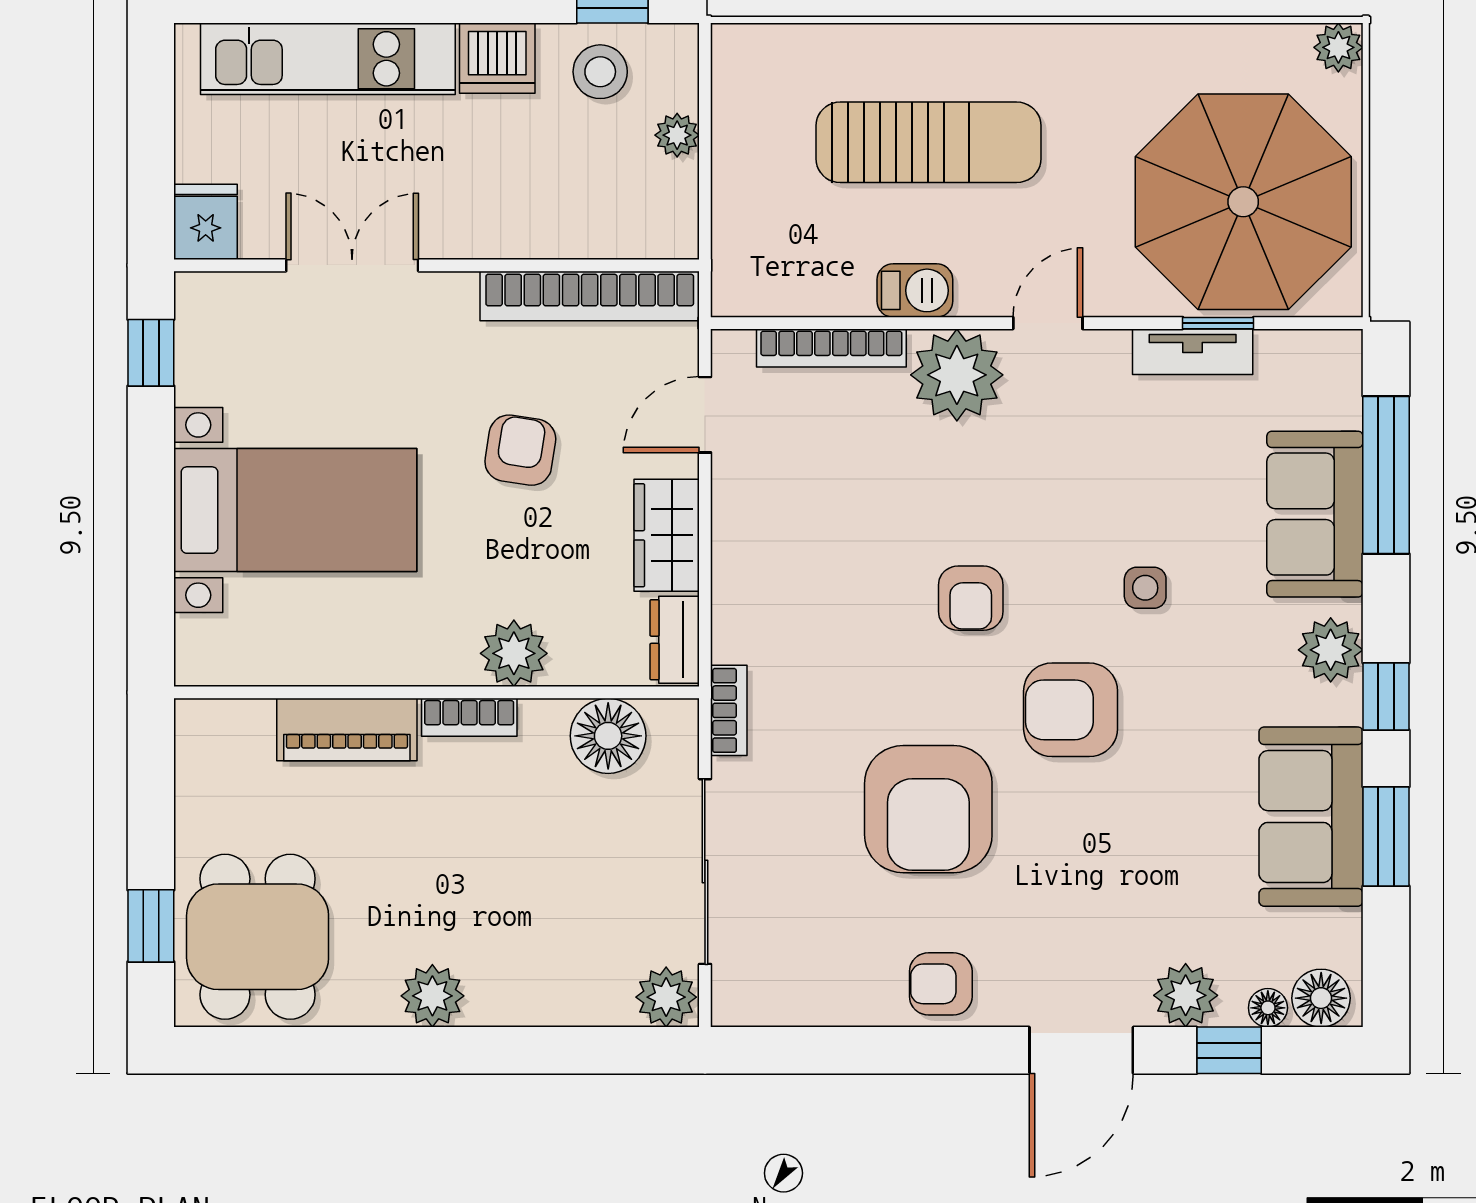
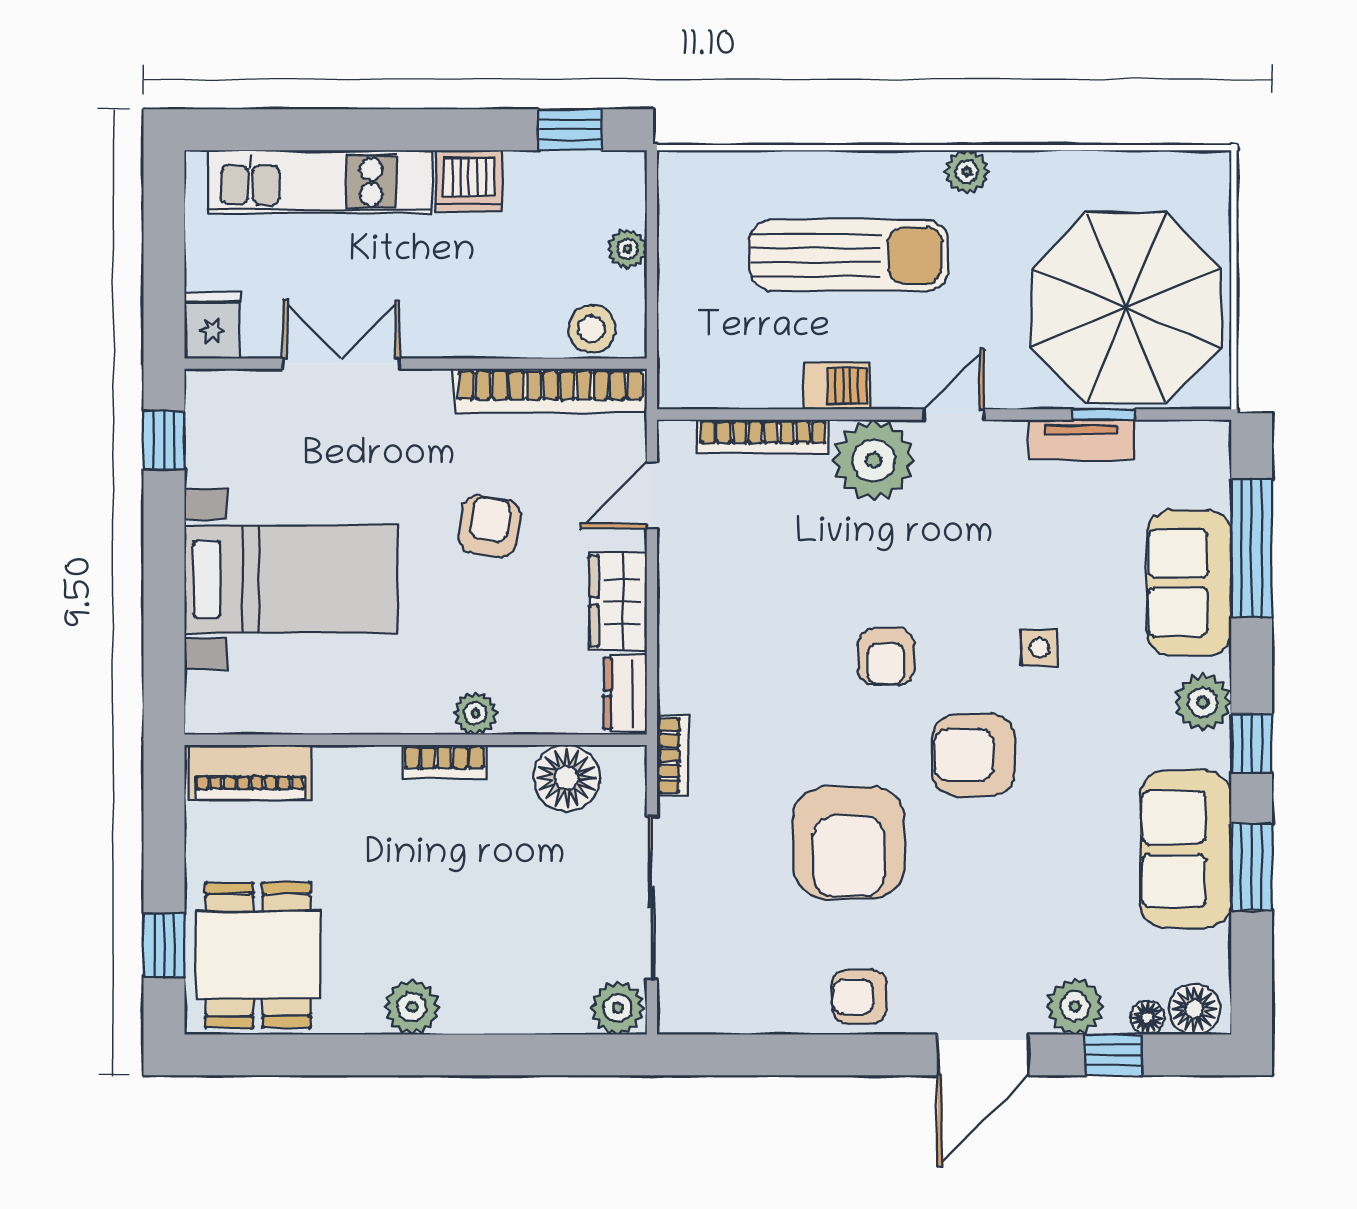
plant: (1338, 47) -> (967, 172), moved
stool: (600, 72) -> (592, 329), moved
plant: (514, 653) -> (476, 713), width x0.73, depth x0.73
piano: (347, 729) -> (250, 772), moved

